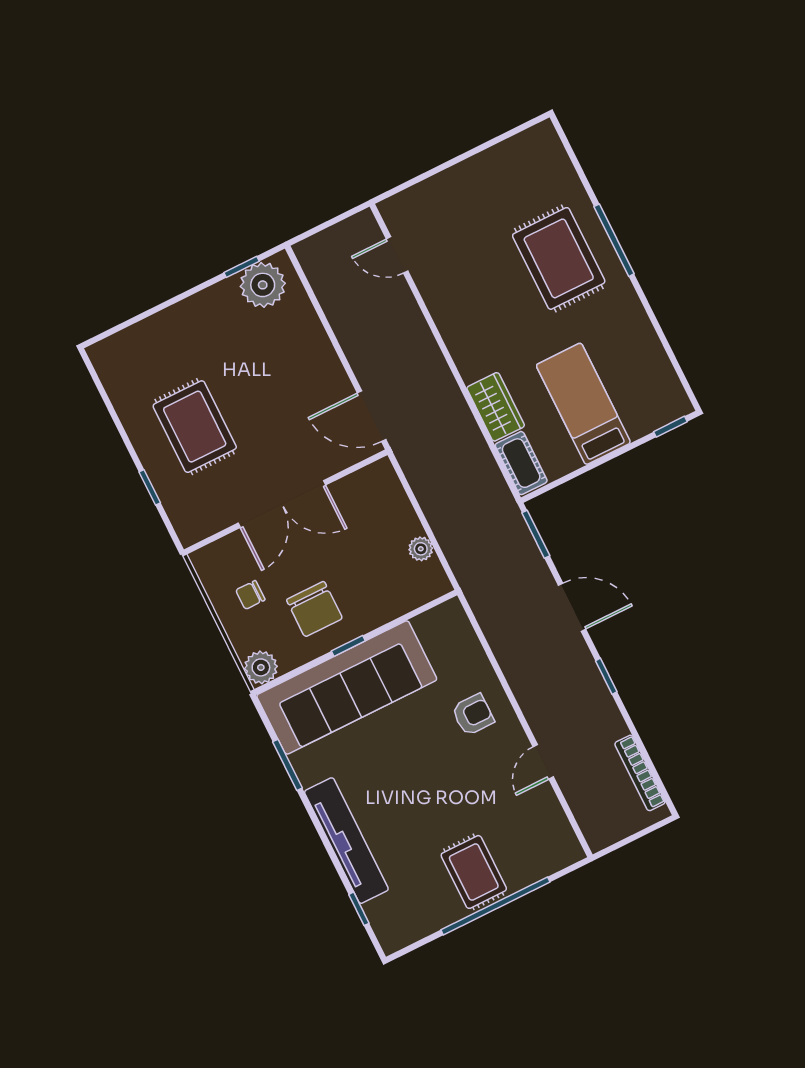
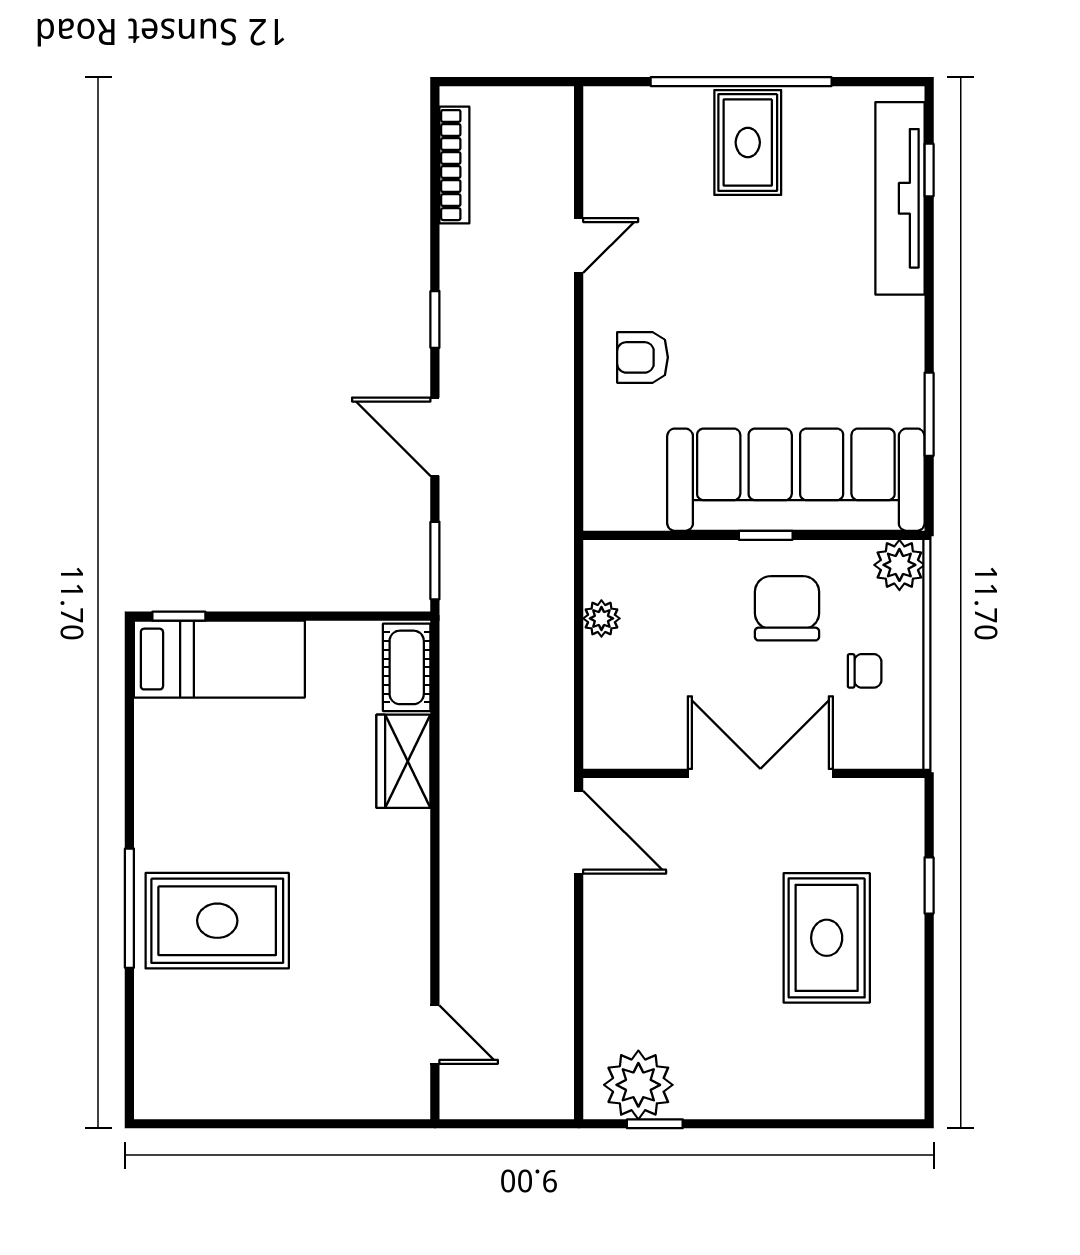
rug: (559, 258) -> (217, 921), turned 90
bed: (583, 404) -> (219, 659), moved, turned -90
tv unit: (346, 841) -> (900, 198), moved

